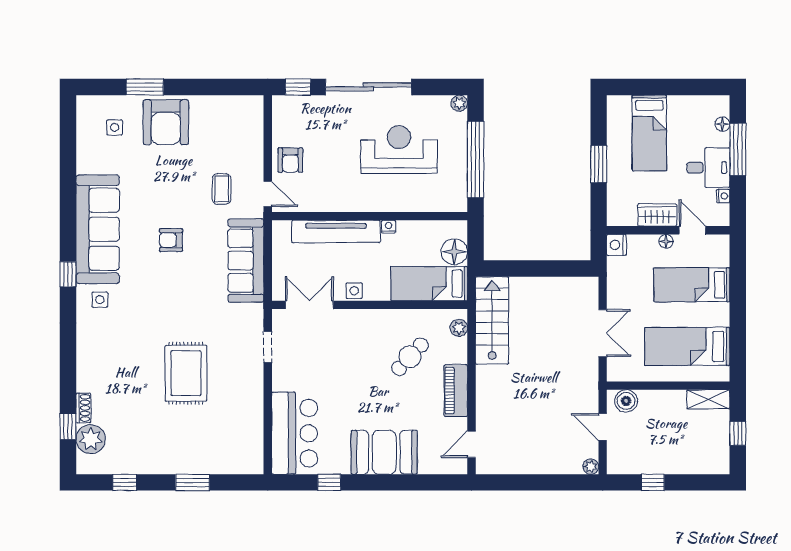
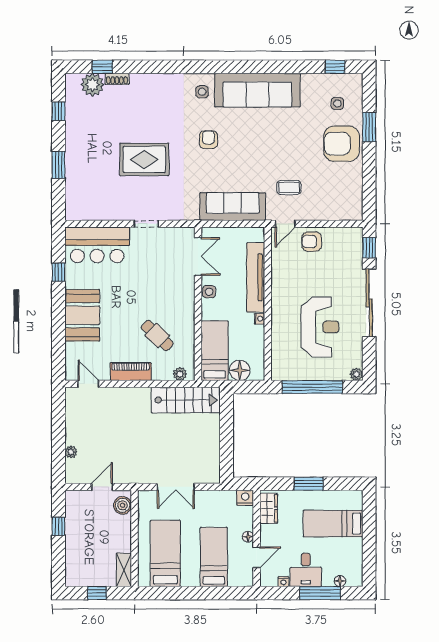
wardrobe: (657, 215) -> (269, 508), moved
armchair: (171, 240) -> (208, 140), moved
window: (68, 274) -> (335, 67), moved
doorway: (268, 347) -> (146, 224), moved
plant: (591, 467) -> (71, 452), moved

